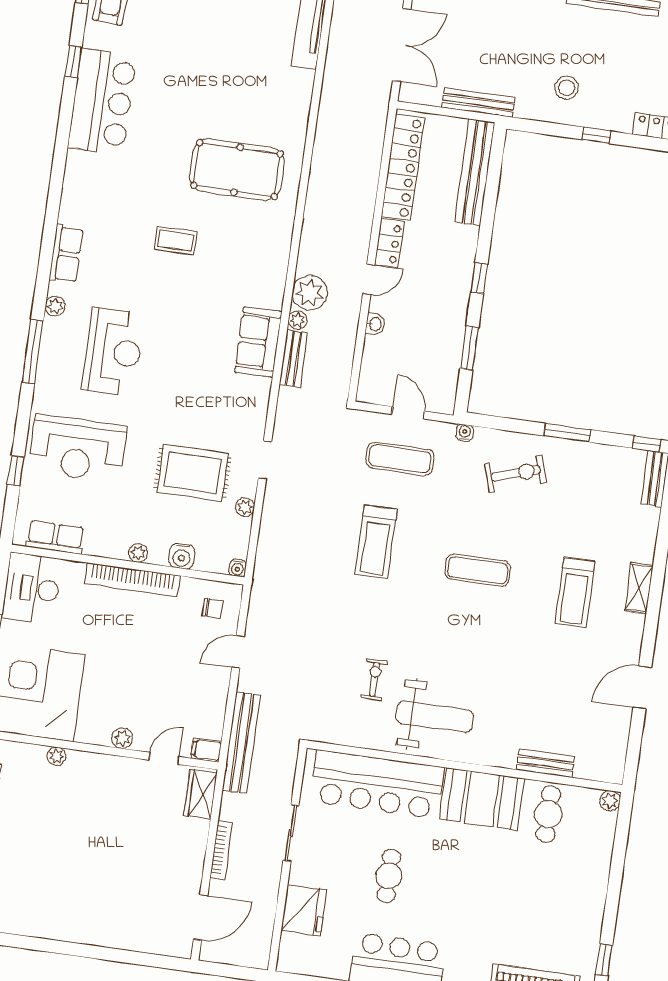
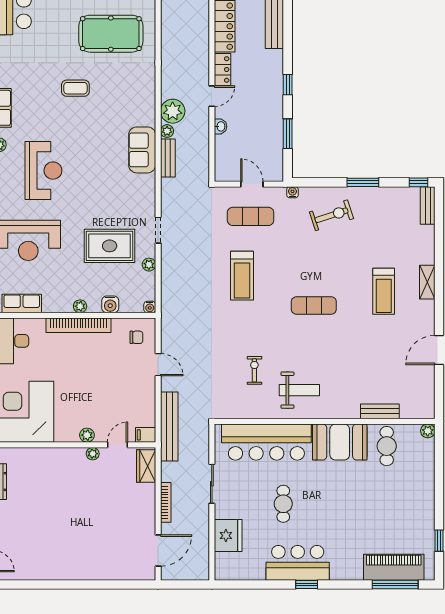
exercise mat: (478, 570) -> (314, 305), moved
door: (238, 652) -> (158, 365), swing flipped
weight bench: (435, 717) -> (299, 390), width x0.73, depth x0.75
plant: (56, 756) -> (93, 454), moved

